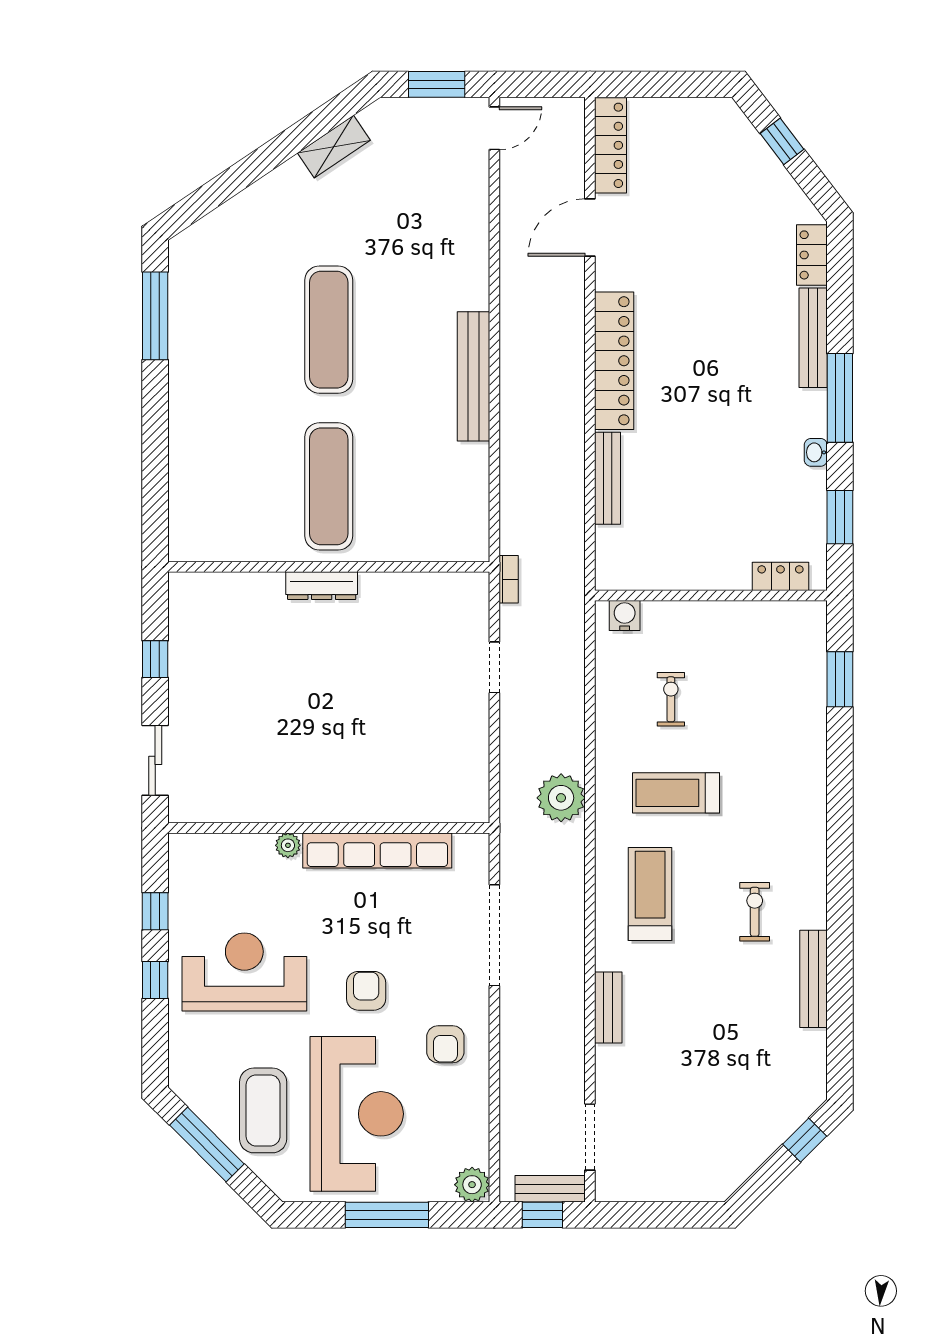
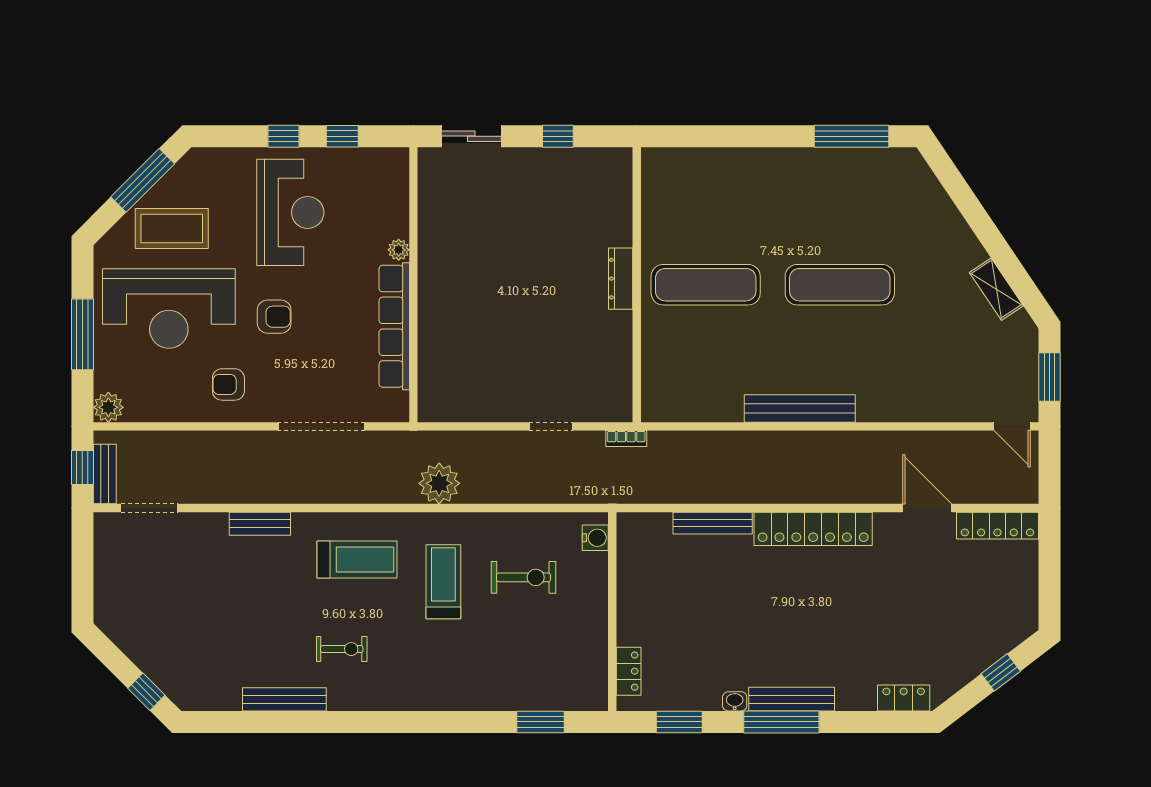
bench: (813, 338) -> (792, 699), moved
exercise bike: (671, 699) -> (523, 577), width x1.38, depth x1.39

